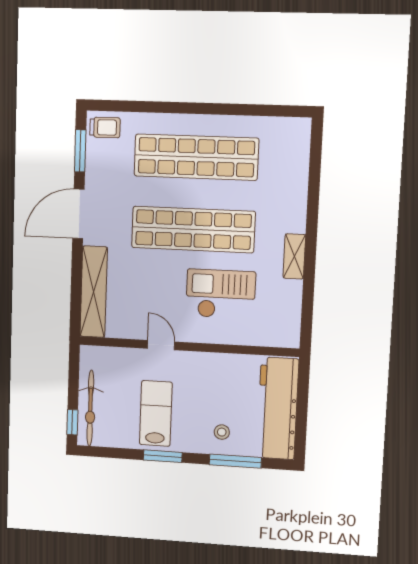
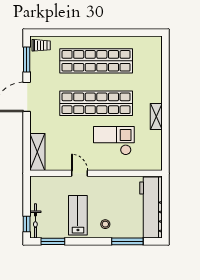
shelving: (94, 292) -> (37, 152), width x0.68
bicycle: (90, 408) -> (35, 221), width x0.73, depth x0.71
stool: (222, 432) -> (105, 224), moved
window: (163, 456) -> (53, 241), moved

